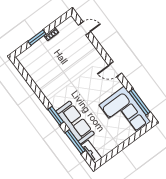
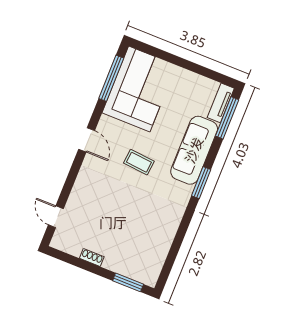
window: (37, 38) -> (128, 282), moved
coffee table: (87, 90) -> (139, 162), added
window: (75, 142) -> (227, 118), moved

